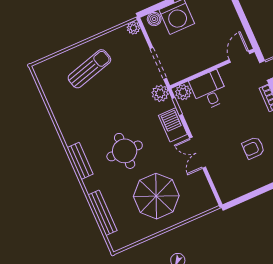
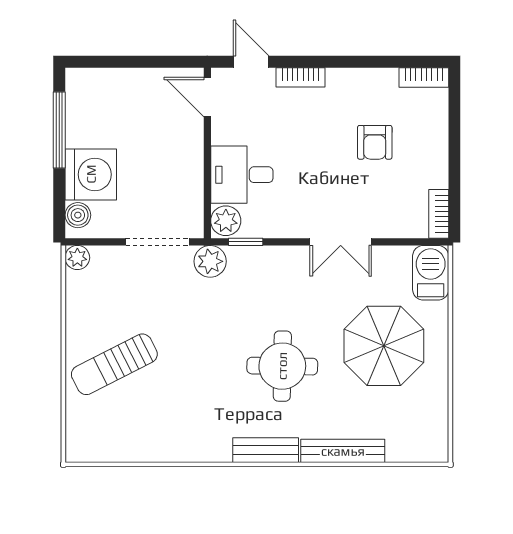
sun lounger: (89, 69) -> (114, 364), turned -101
barbecue: (173, 125) -> (431, 273), moved, turned 90
bookcase: (232, 194) -> (439, 214), added
bench: (102, 213) -> (343, 451), moved

